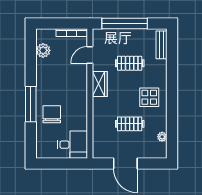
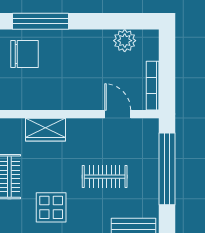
clothes rail: (130, 63) -> (105, 177), turned 90
wardrobe: (100, 84) -> (46, 130), moved

